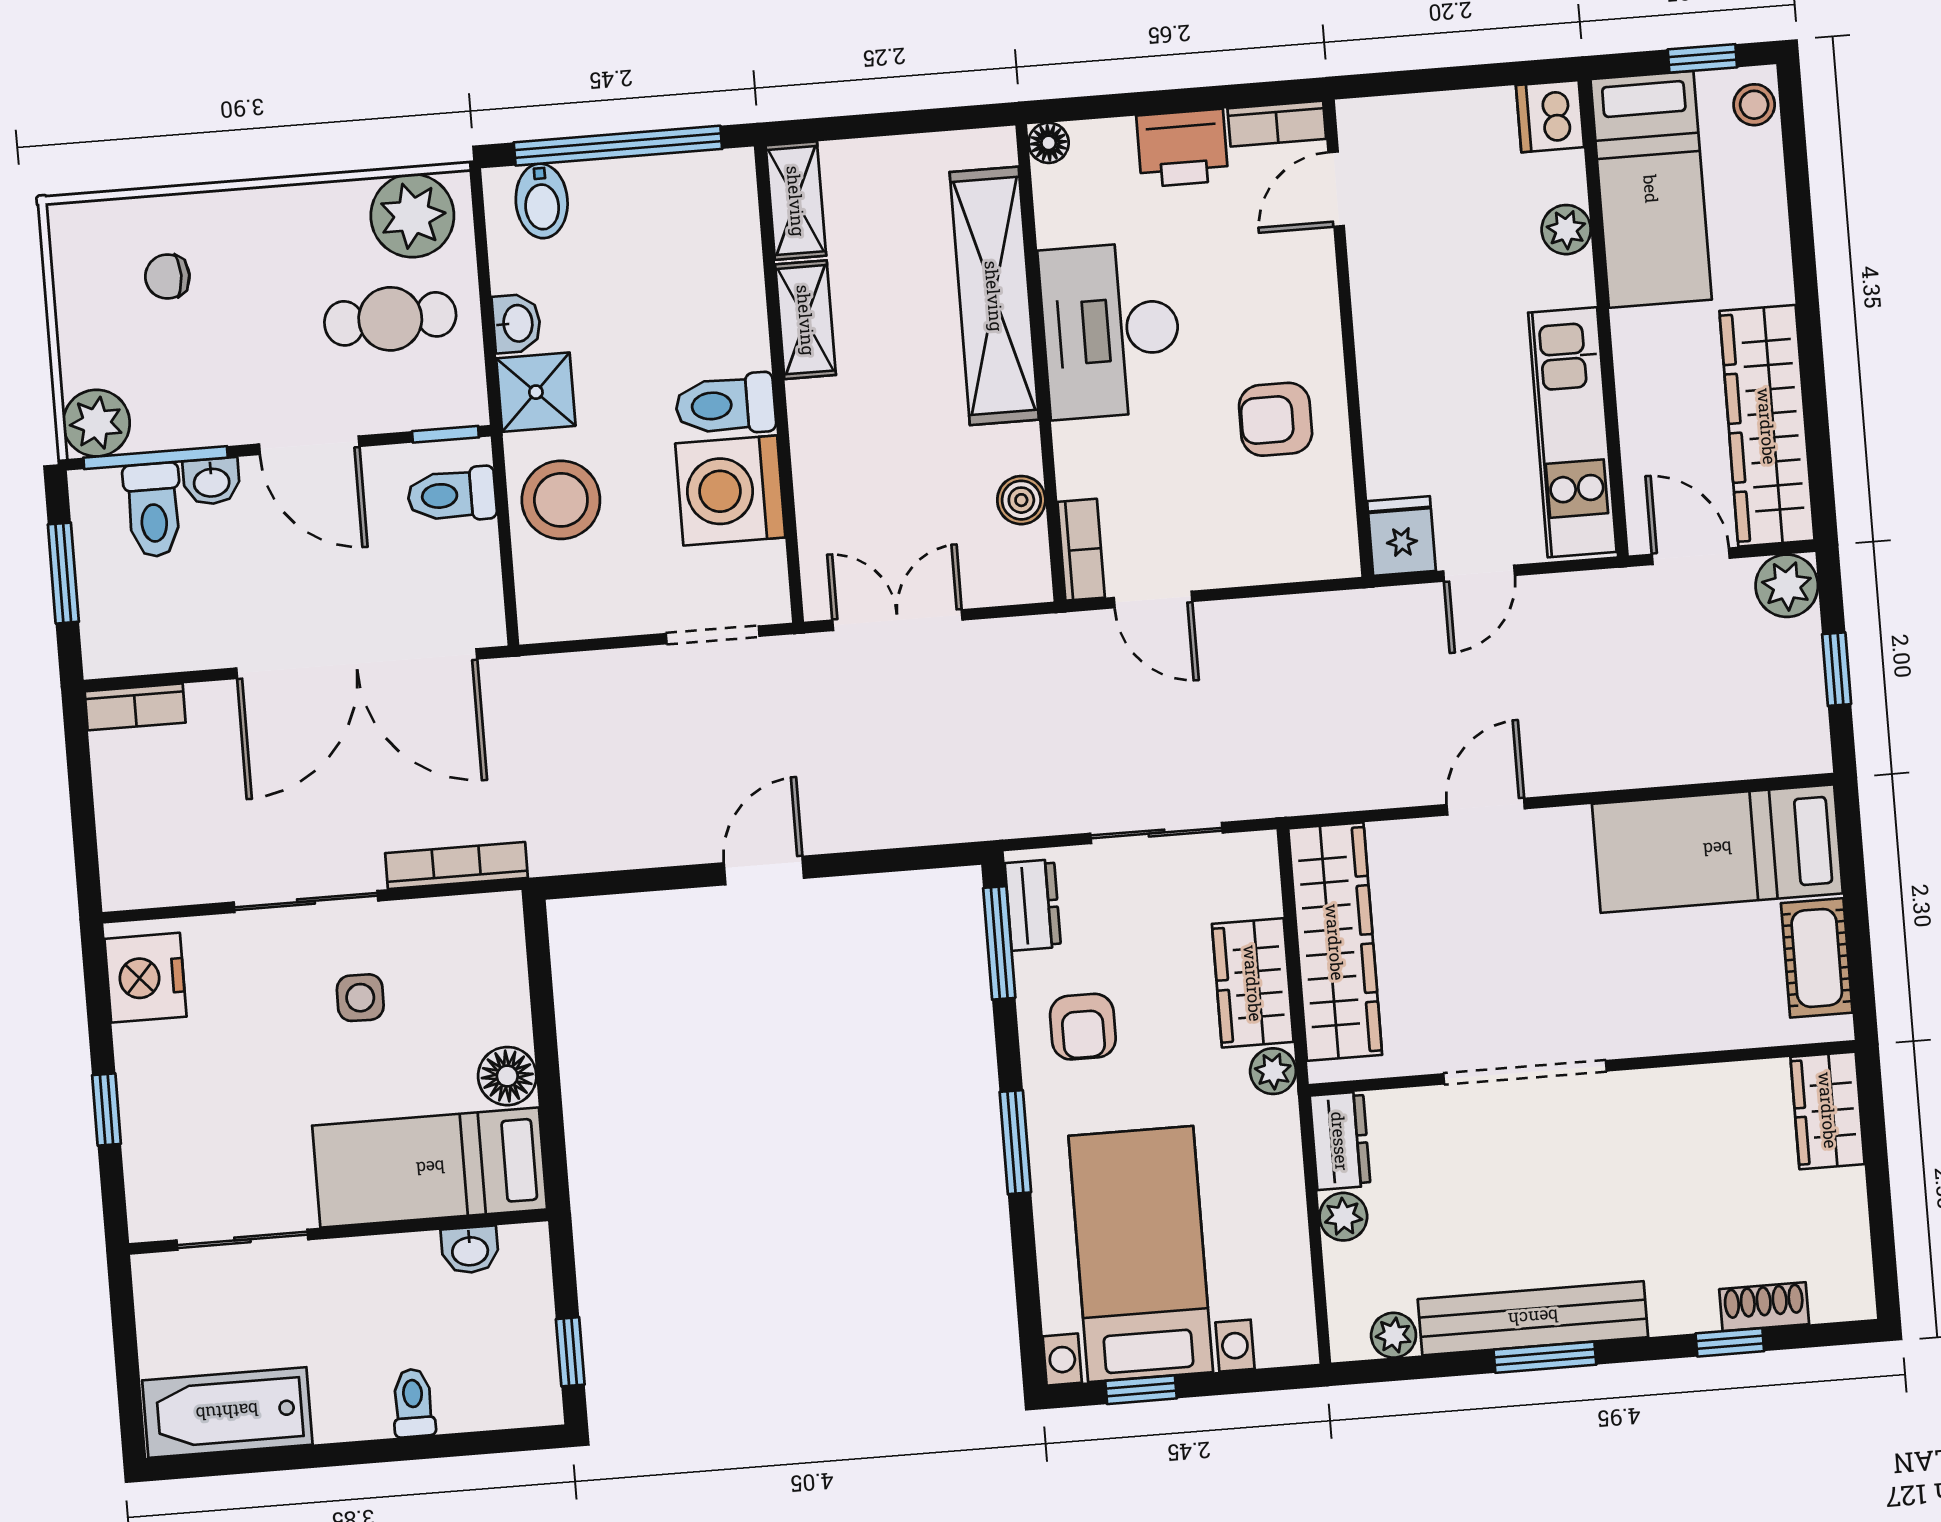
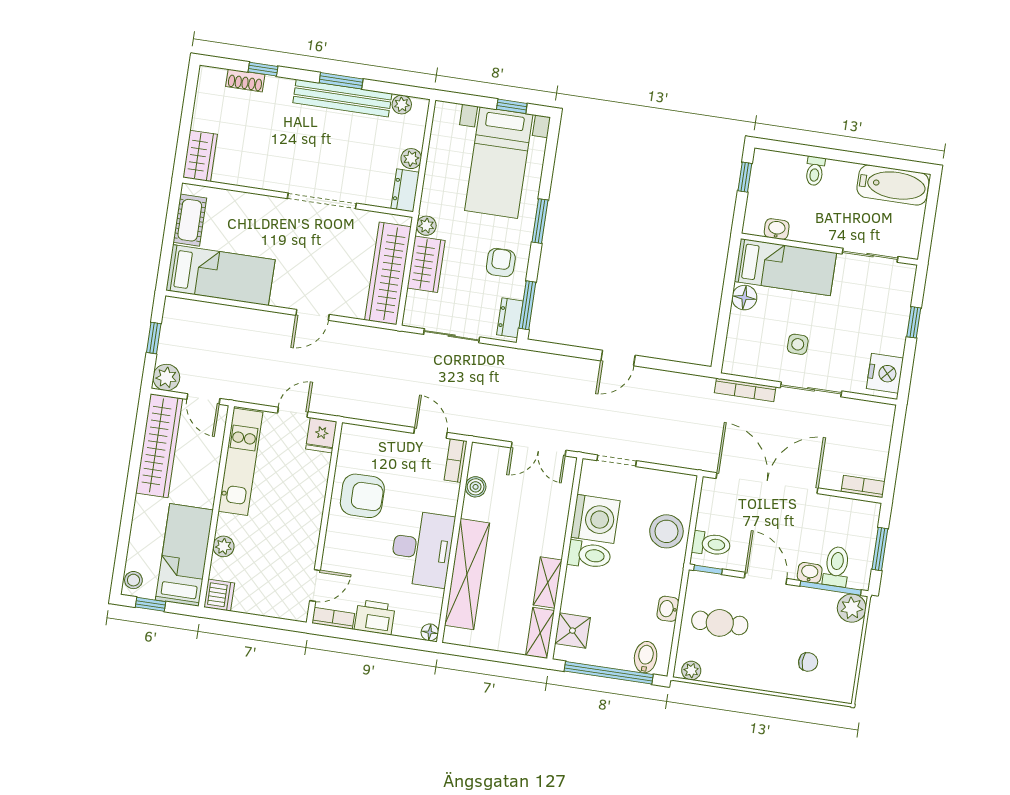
plant: (412, 216) -> (691, 671), width x0.53, depth x0.53
shower: (536, 392) -> (572, 631), moved
armchair: (1276, 419) -> (362, 496), width x1.38, depth x1.38

